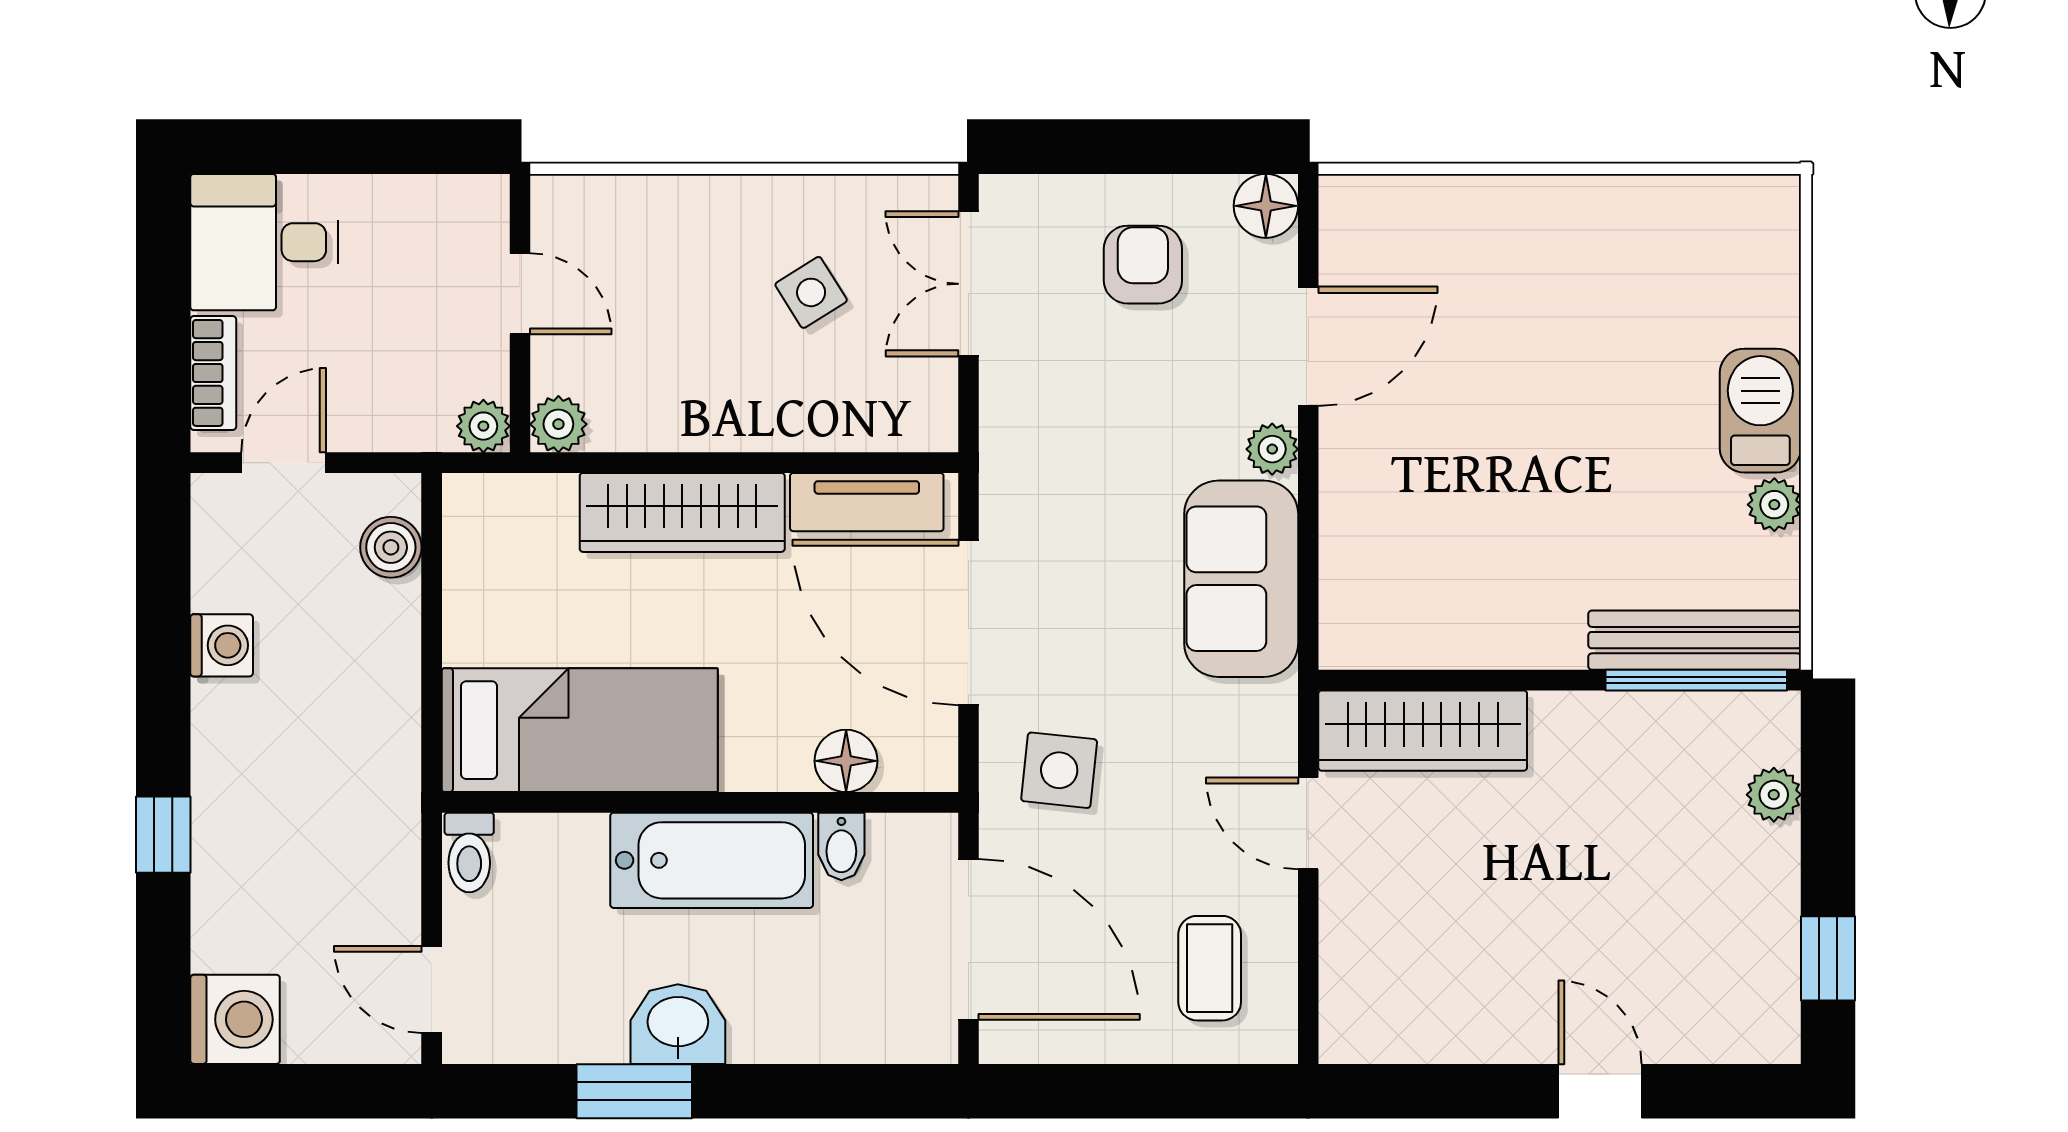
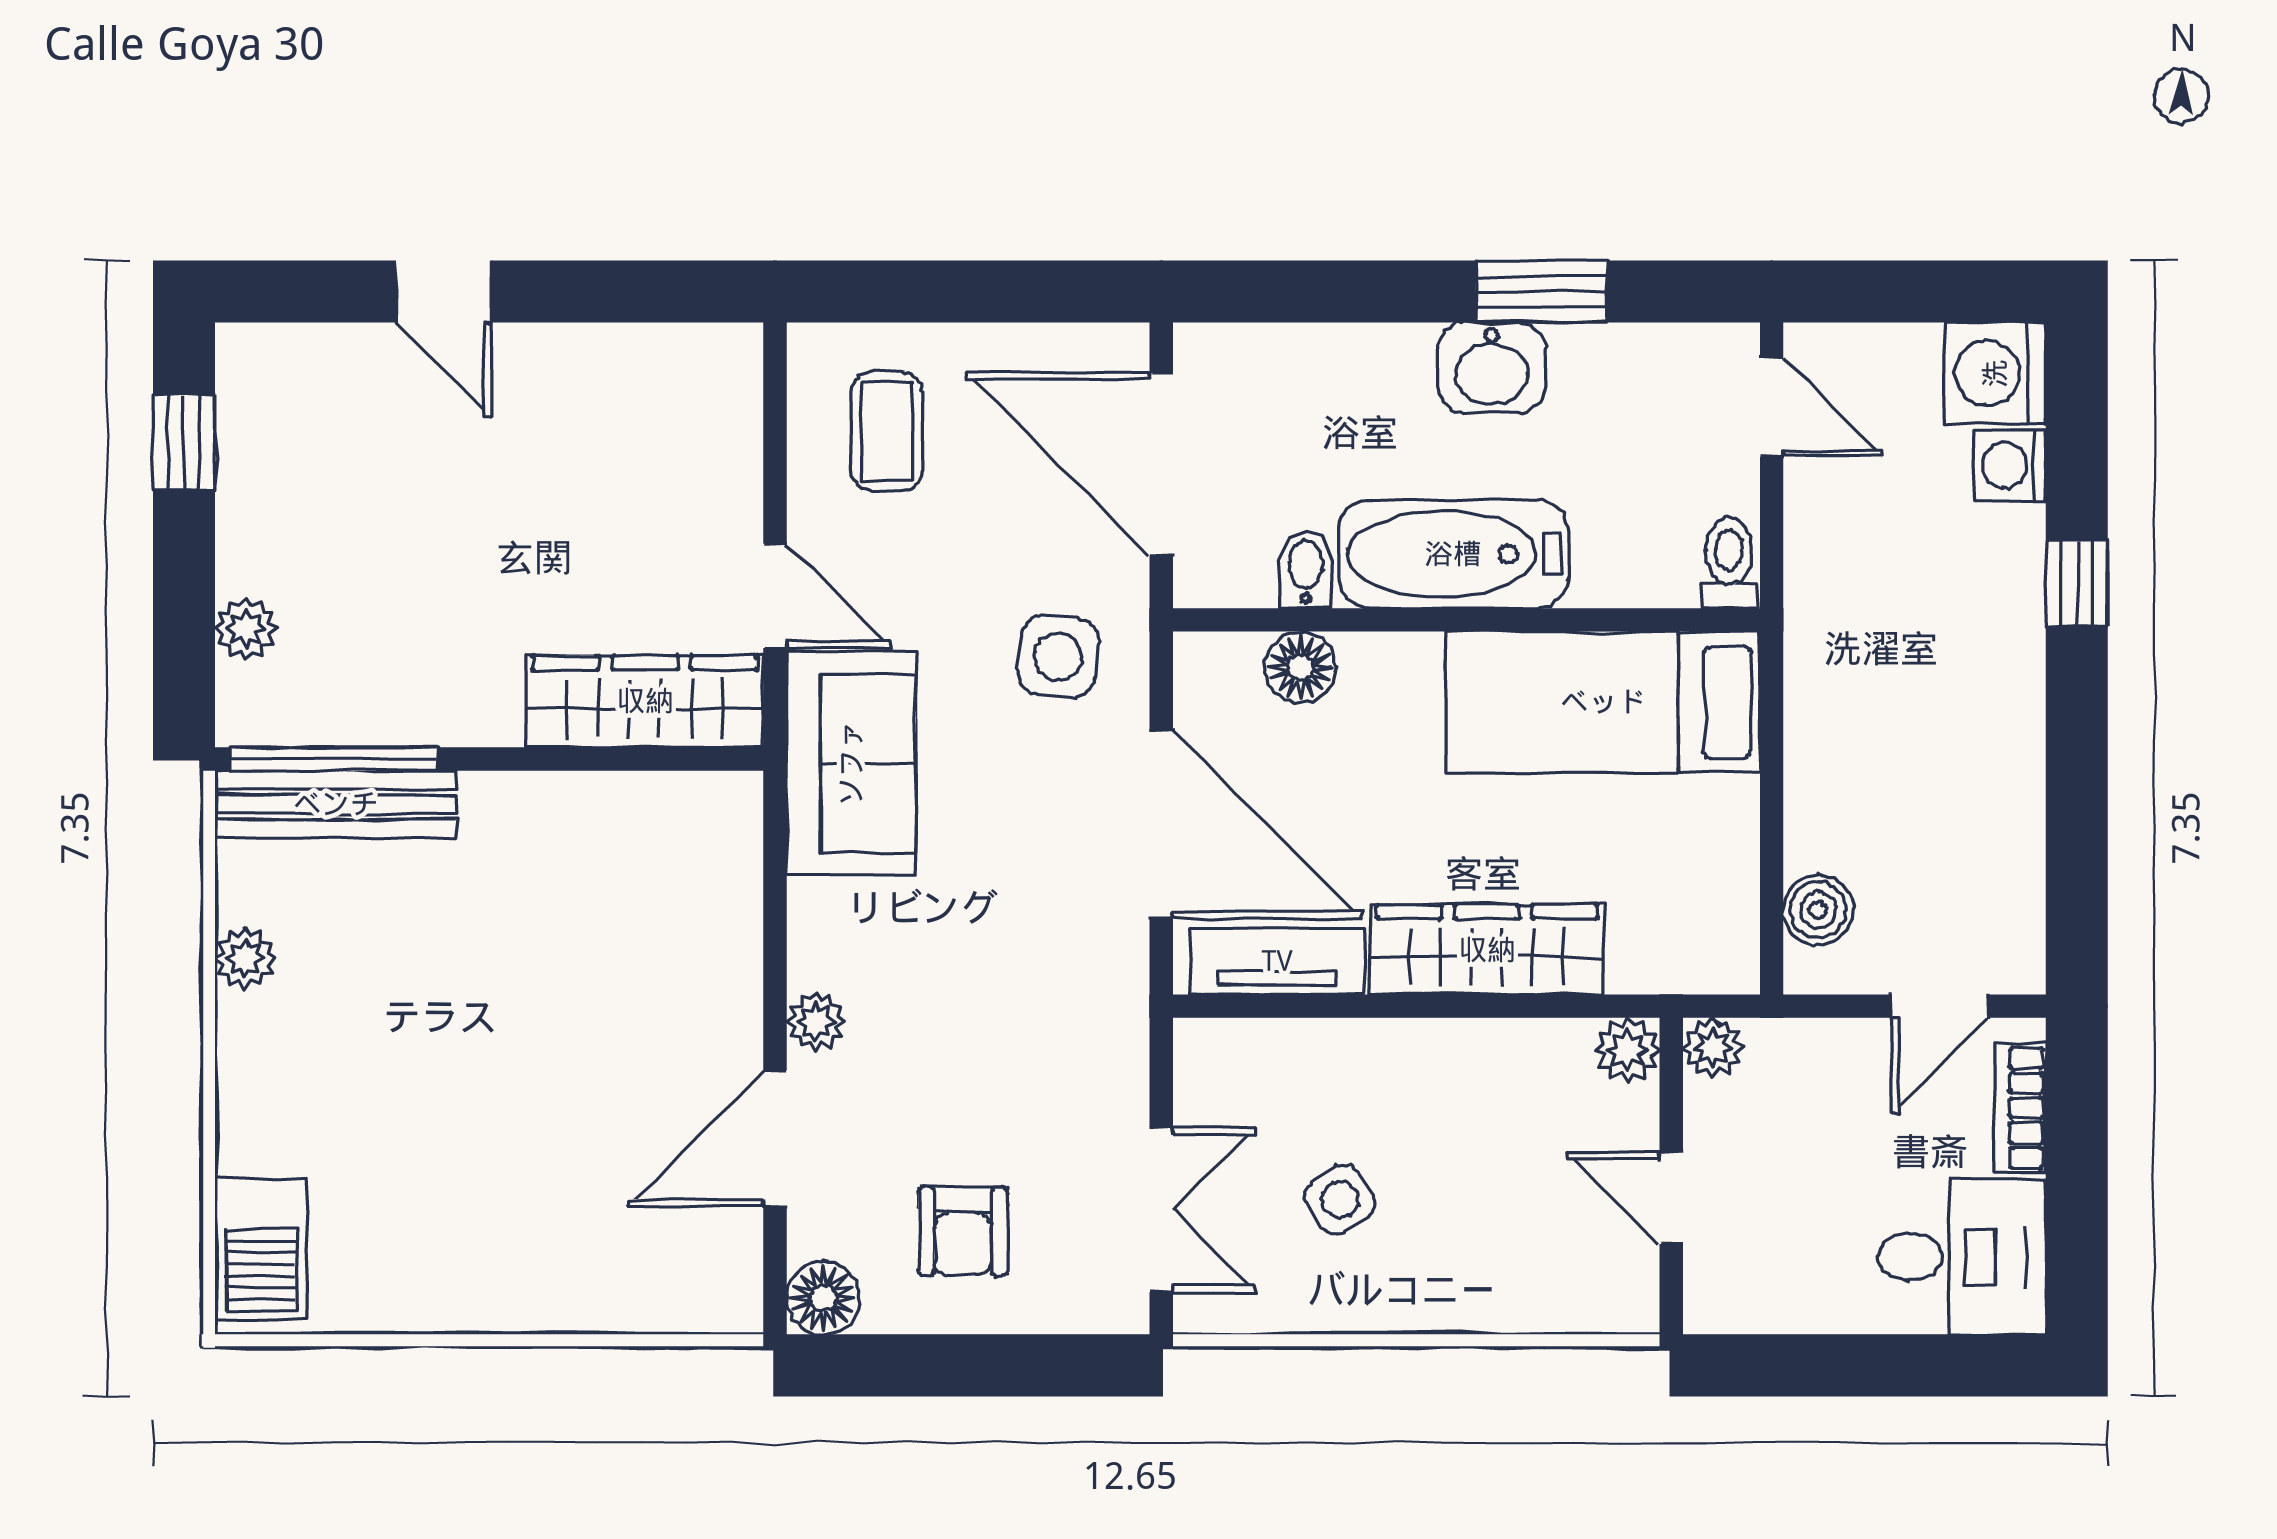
barbecue: (1760, 411) -> (261, 1249), moved
sofa: (1241, 579) -> (851, 763), moved
washing machine: (222, 645) -> (2010, 466), moved

